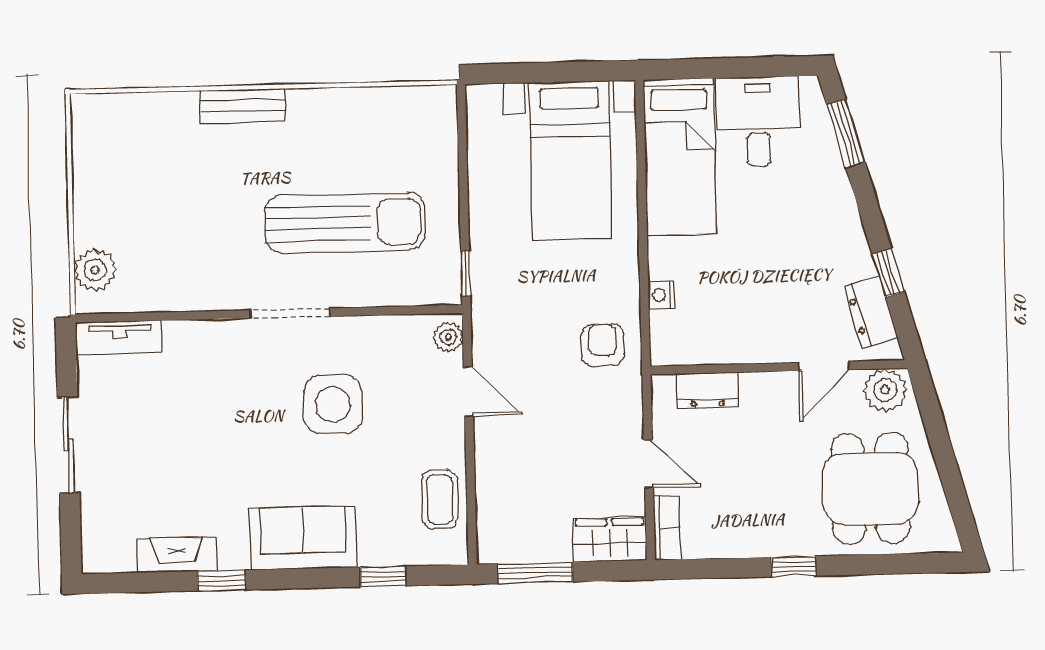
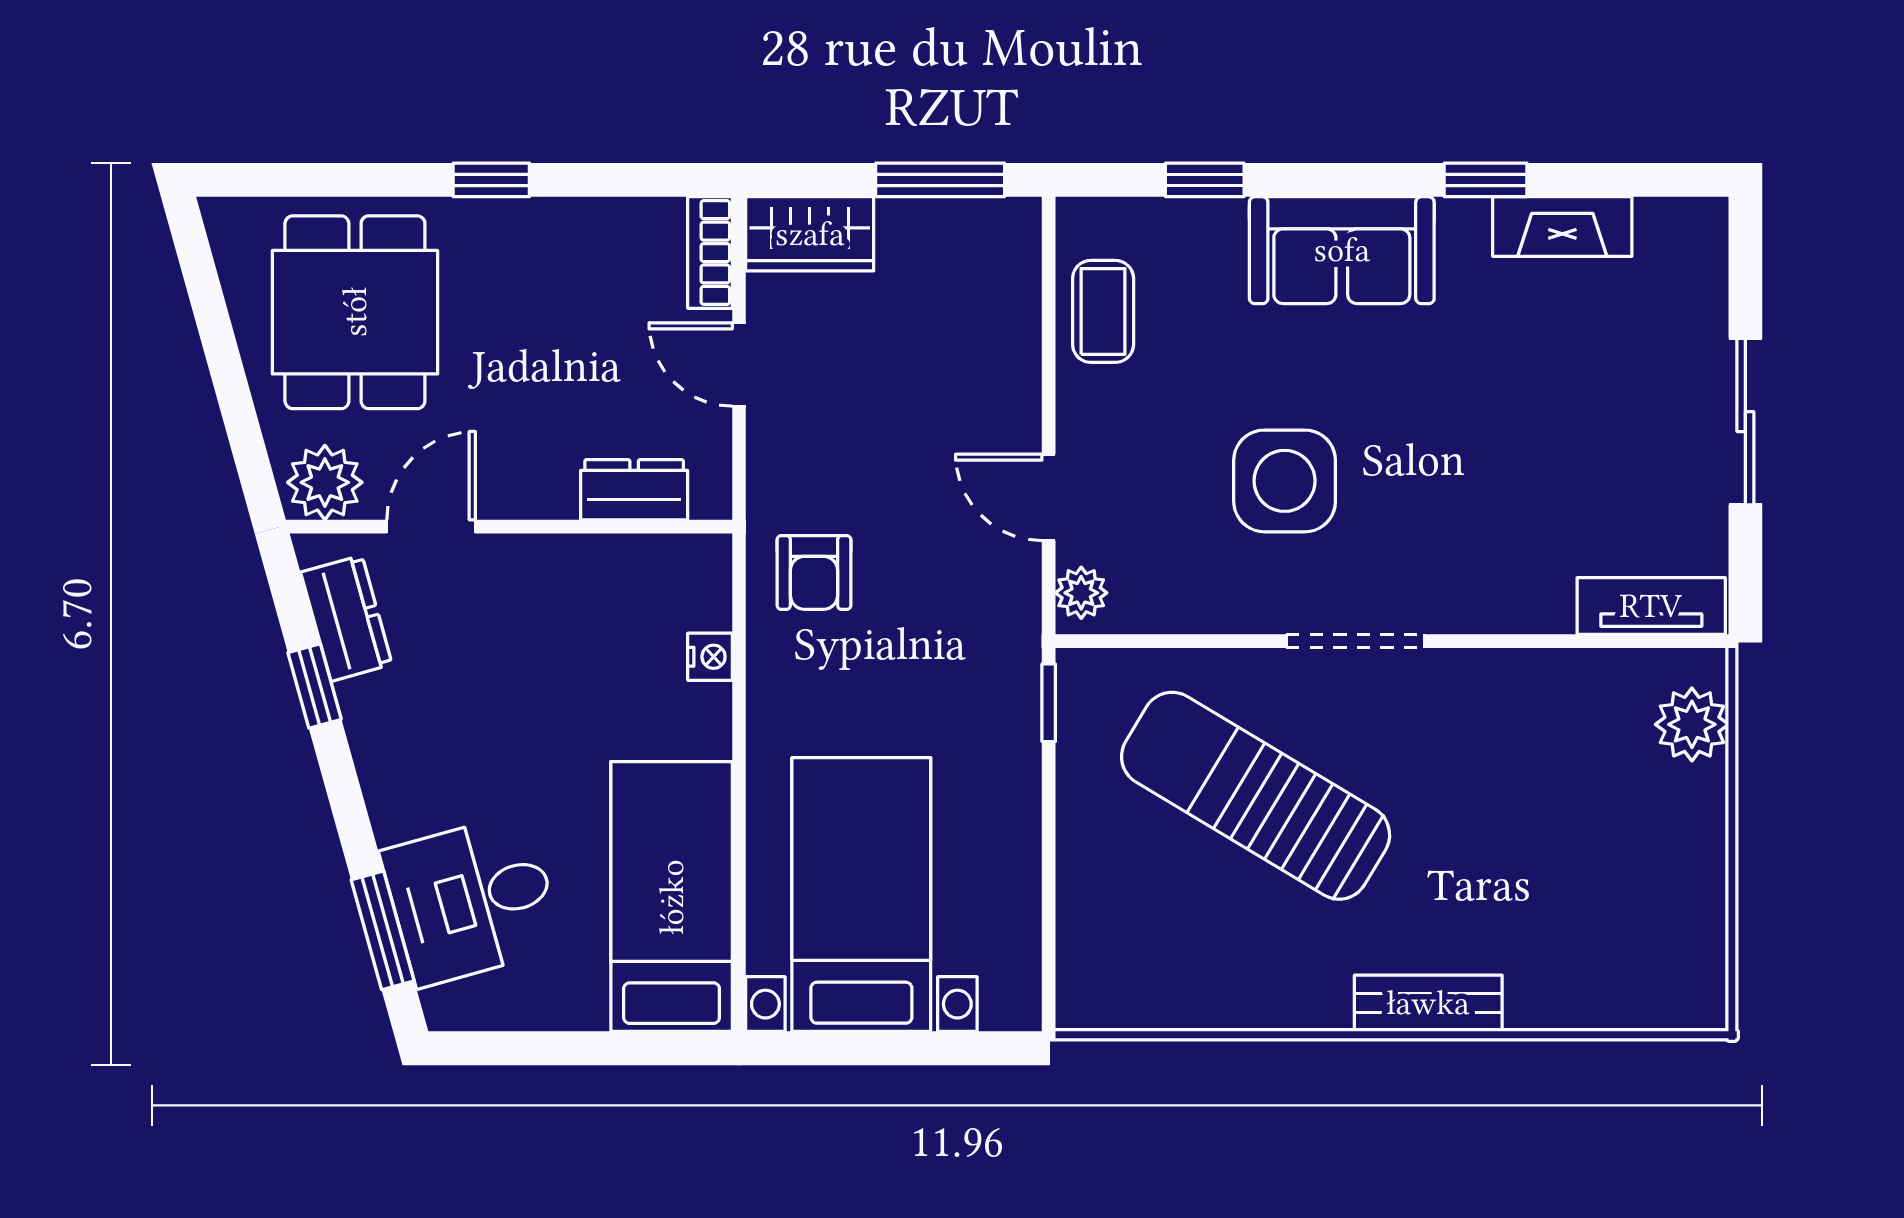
desk: (758, 122) -> (472, 900), moved, turned 74
sun lounger: (345, 223) -> (1256, 796), turned 31

